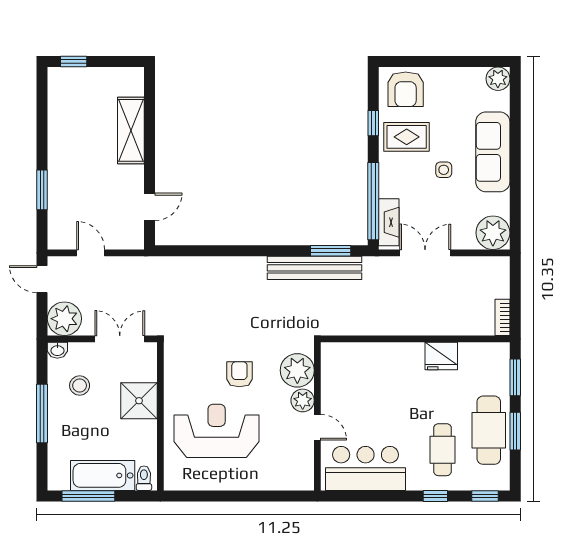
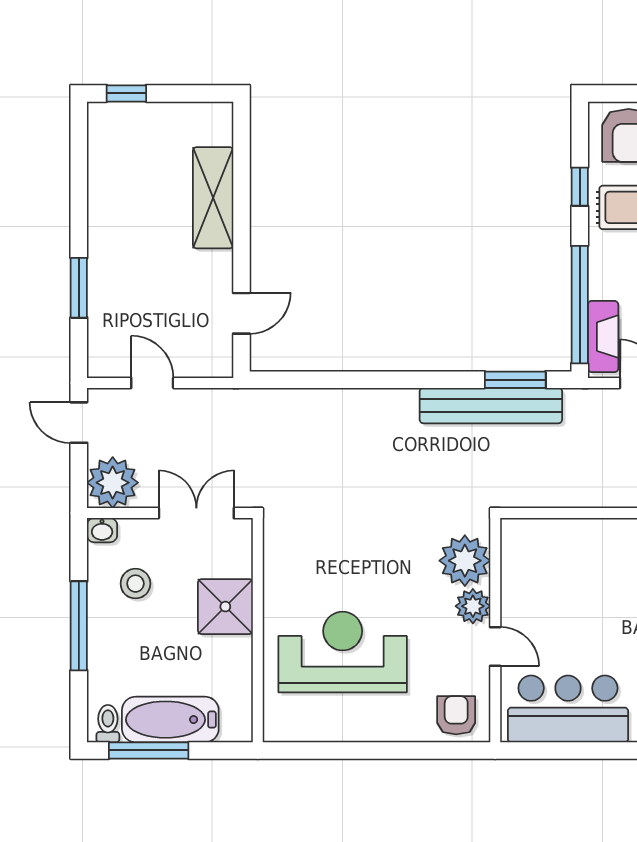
armchair: (239, 374) -> (456, 715), moved
toilet: (144, 478) -> (108, 724), moved

